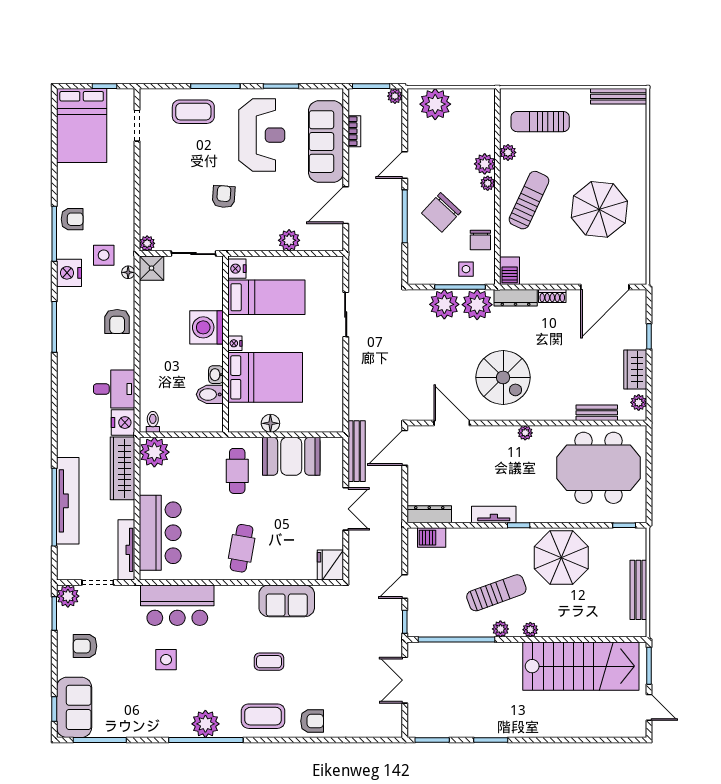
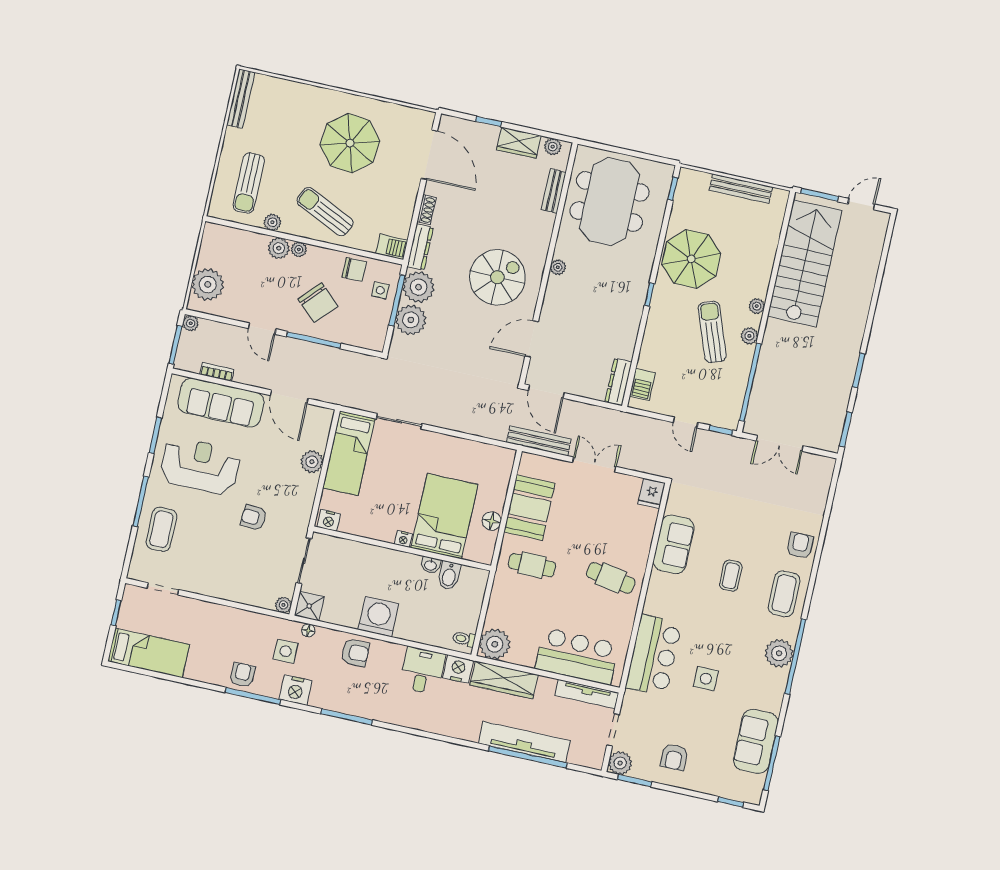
bed: (82, 126) -> (149, 653), width x0.67
bed: (266, 297) -> (349, 453), moved, turned 180
washing machine: (207, 327) -> (378, 617), moved, turned 180
tv unit: (494, 515) -> (633, 317), removed
fridge: (330, 565) -> (652, 493), width x0.72
sofa: (74, 707) -> (756, 741), moved, turned -90

